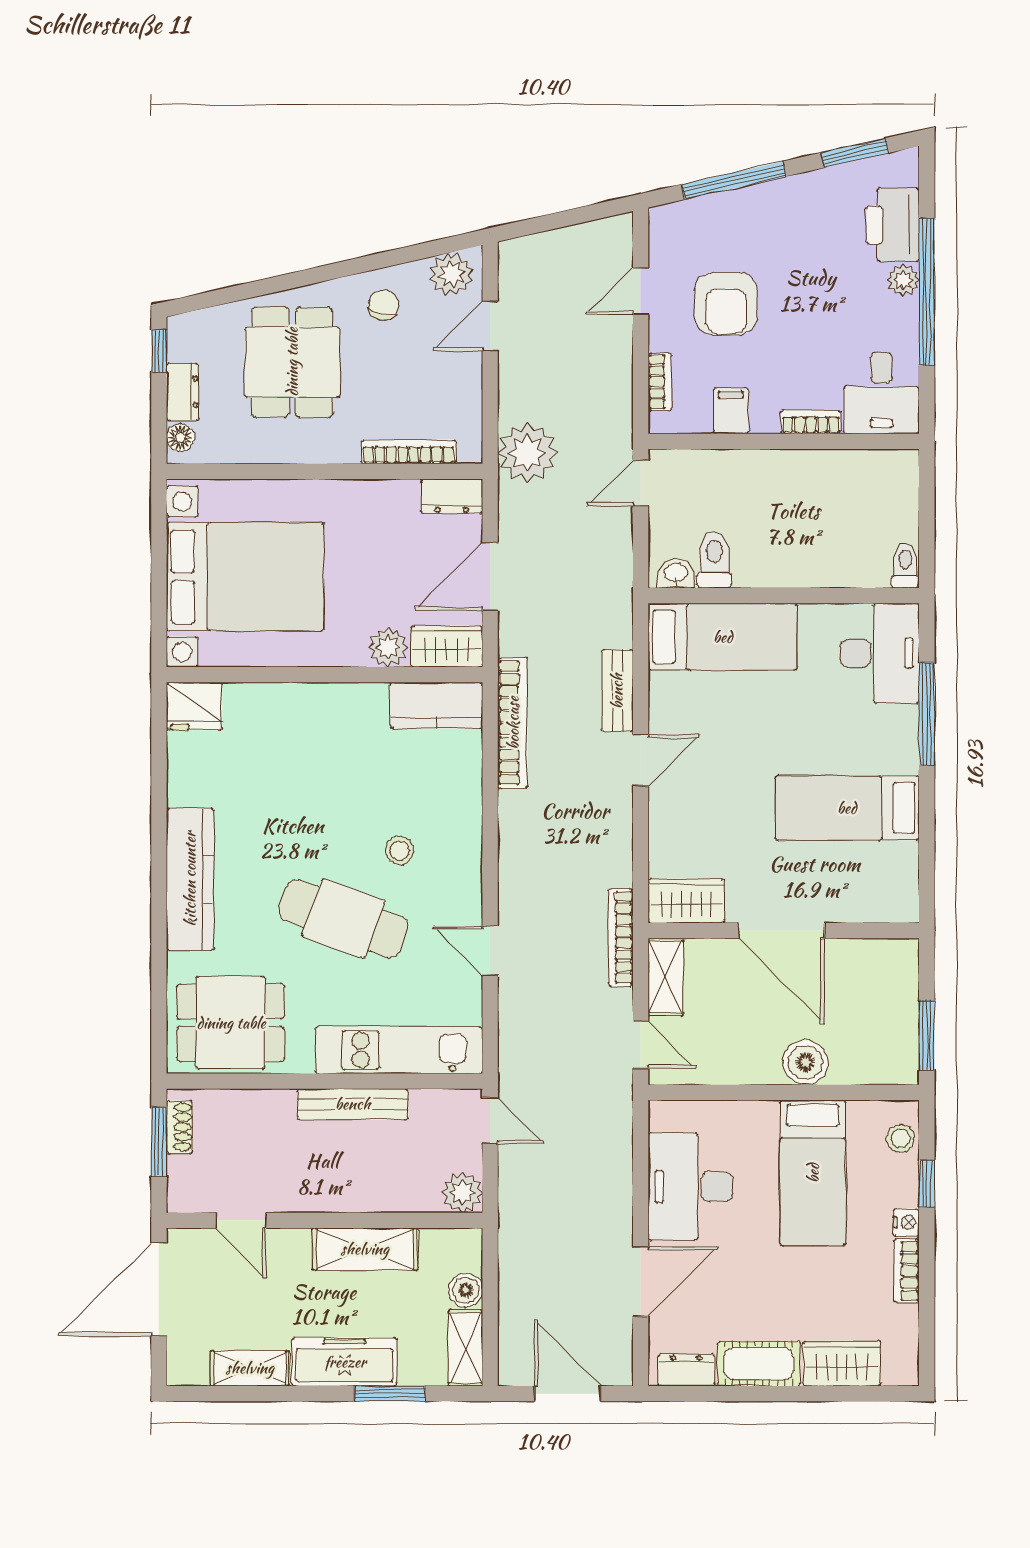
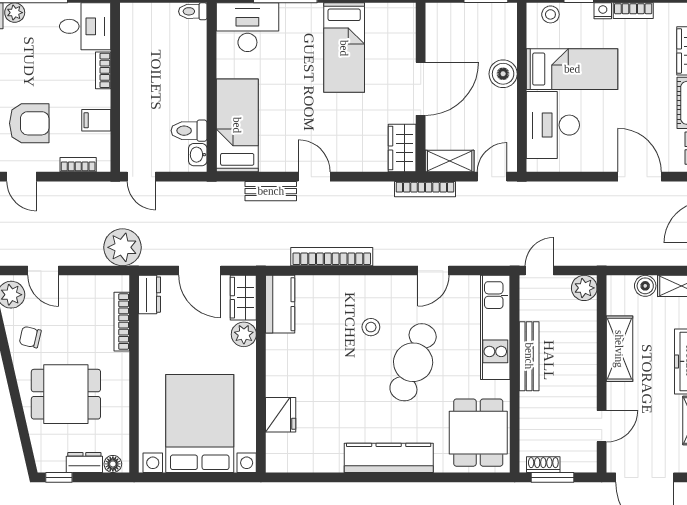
fridge: (194, 706) -> (281, 415), moved
bookcase: (513, 723) -> (332, 257), moved
desk: (691, 1187) -> (553, 125), moved, turned 90

